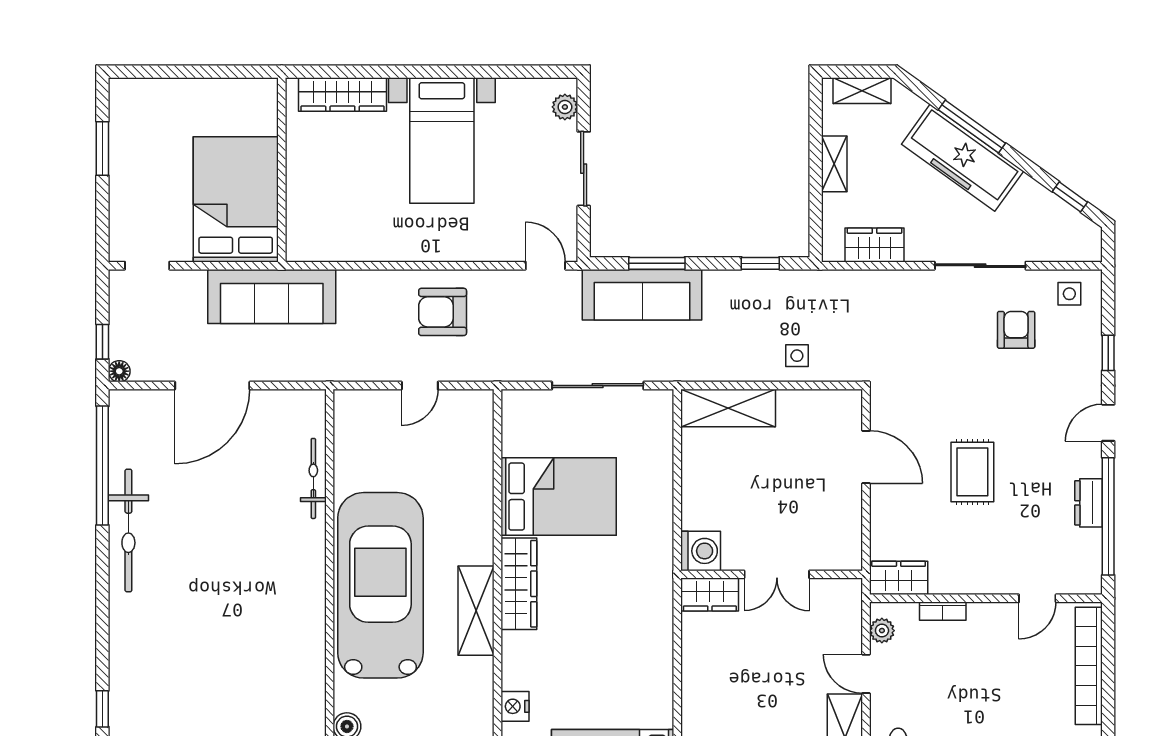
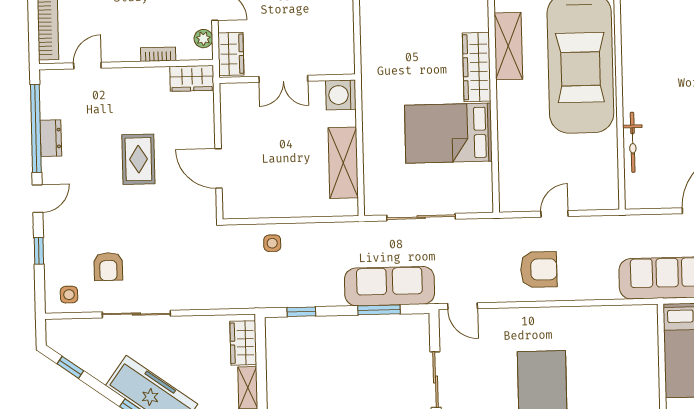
wardrobe: (874, 245) -> (243, 343), moved, turned 90
shelving: (728, 408) -> (343, 163), moved, turned 90
double door: (777, 574) -> (283, 79), swing flipped
wardrobe: (710, 595) -> (231, 54), moved, turned 90

